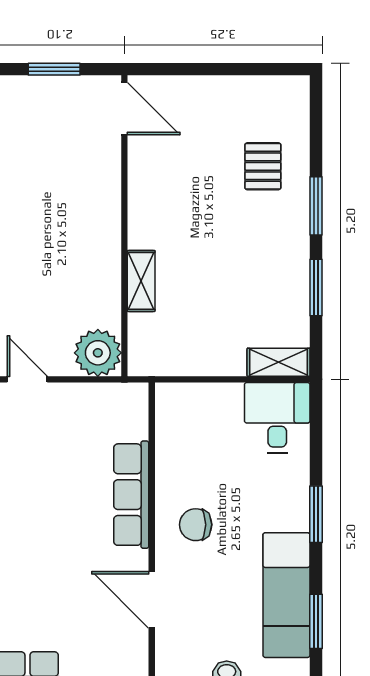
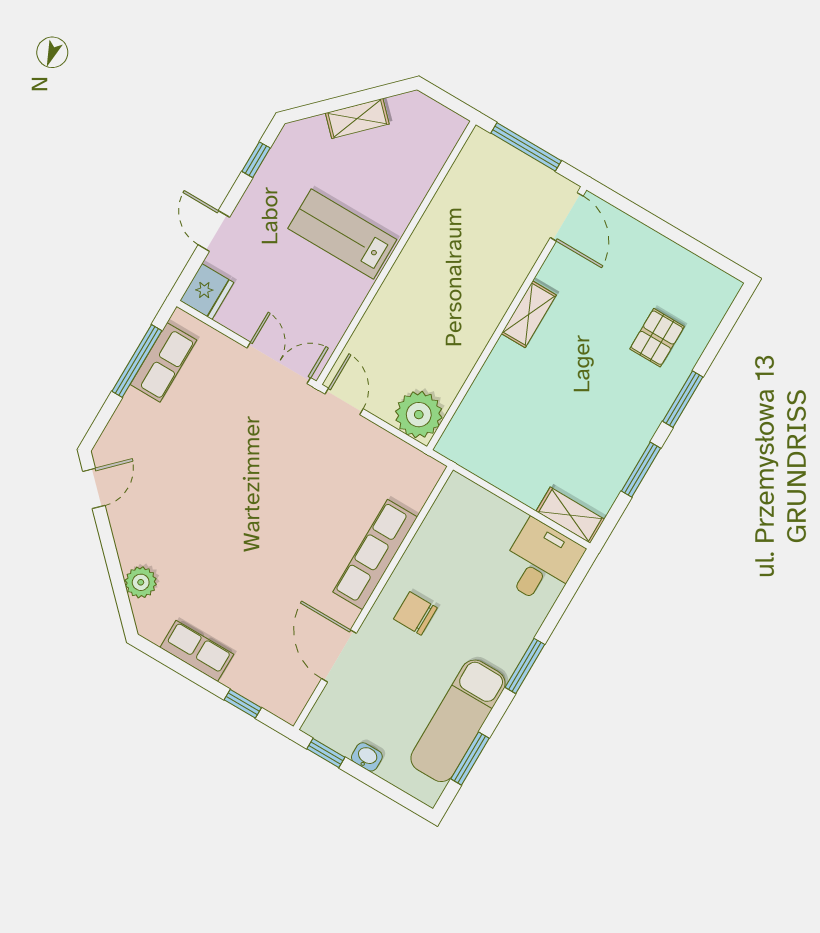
window: (54, 69) -> (526, 147), width x1.44
shelving: (141, 281) -> (529, 314), moved

